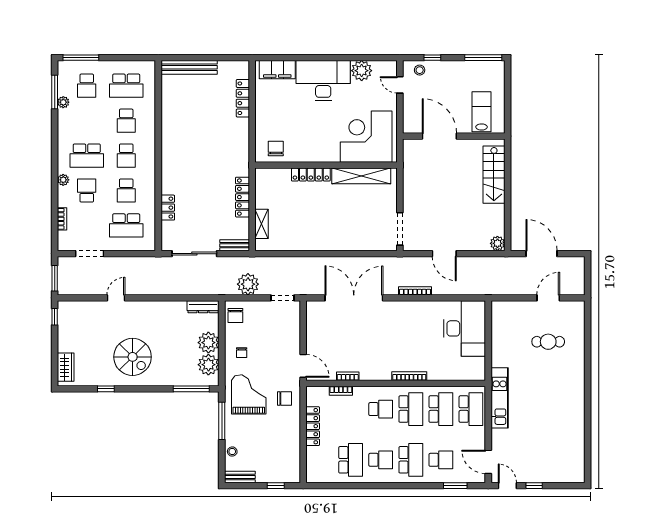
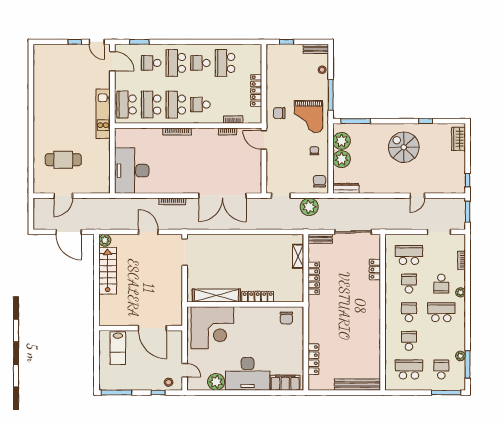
stairs: (494, 175) -> (108, 271), moved
cafe table: (548, 342) -> (63, 160), width x1.37, depth x1.35

